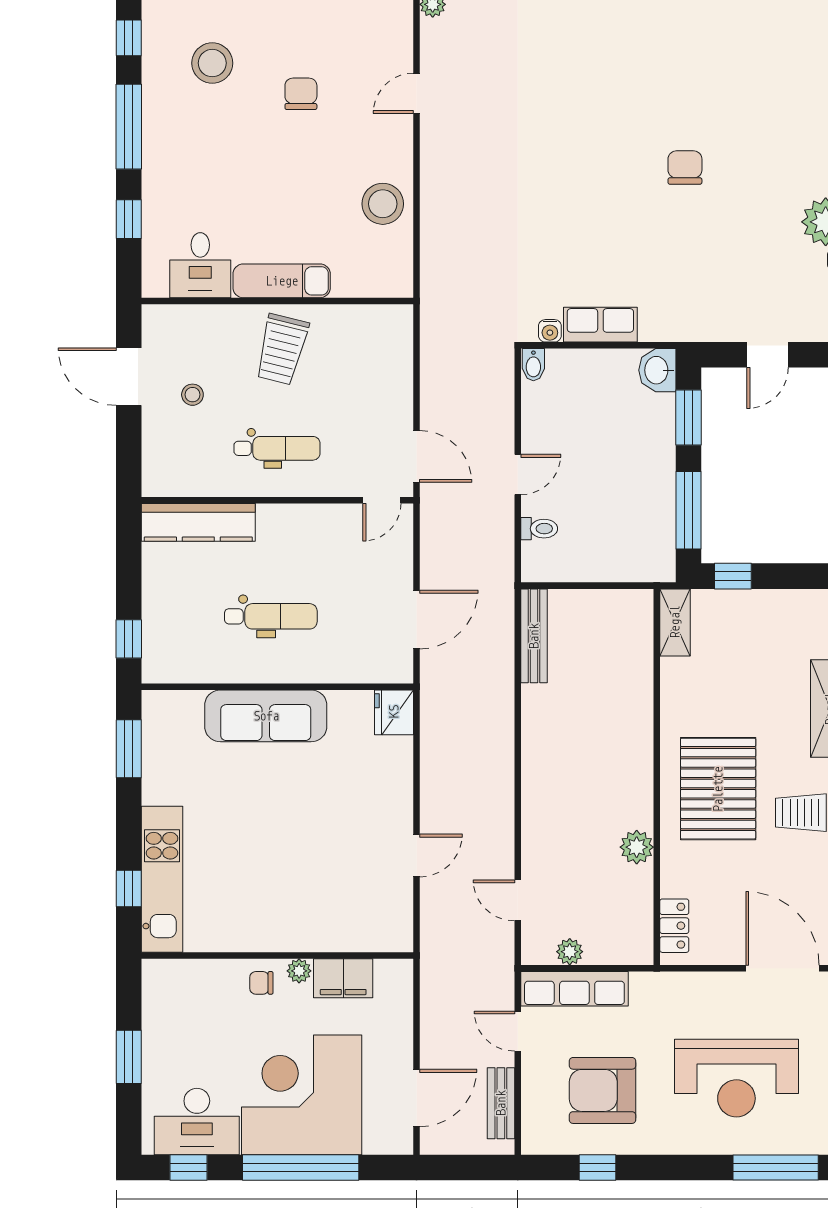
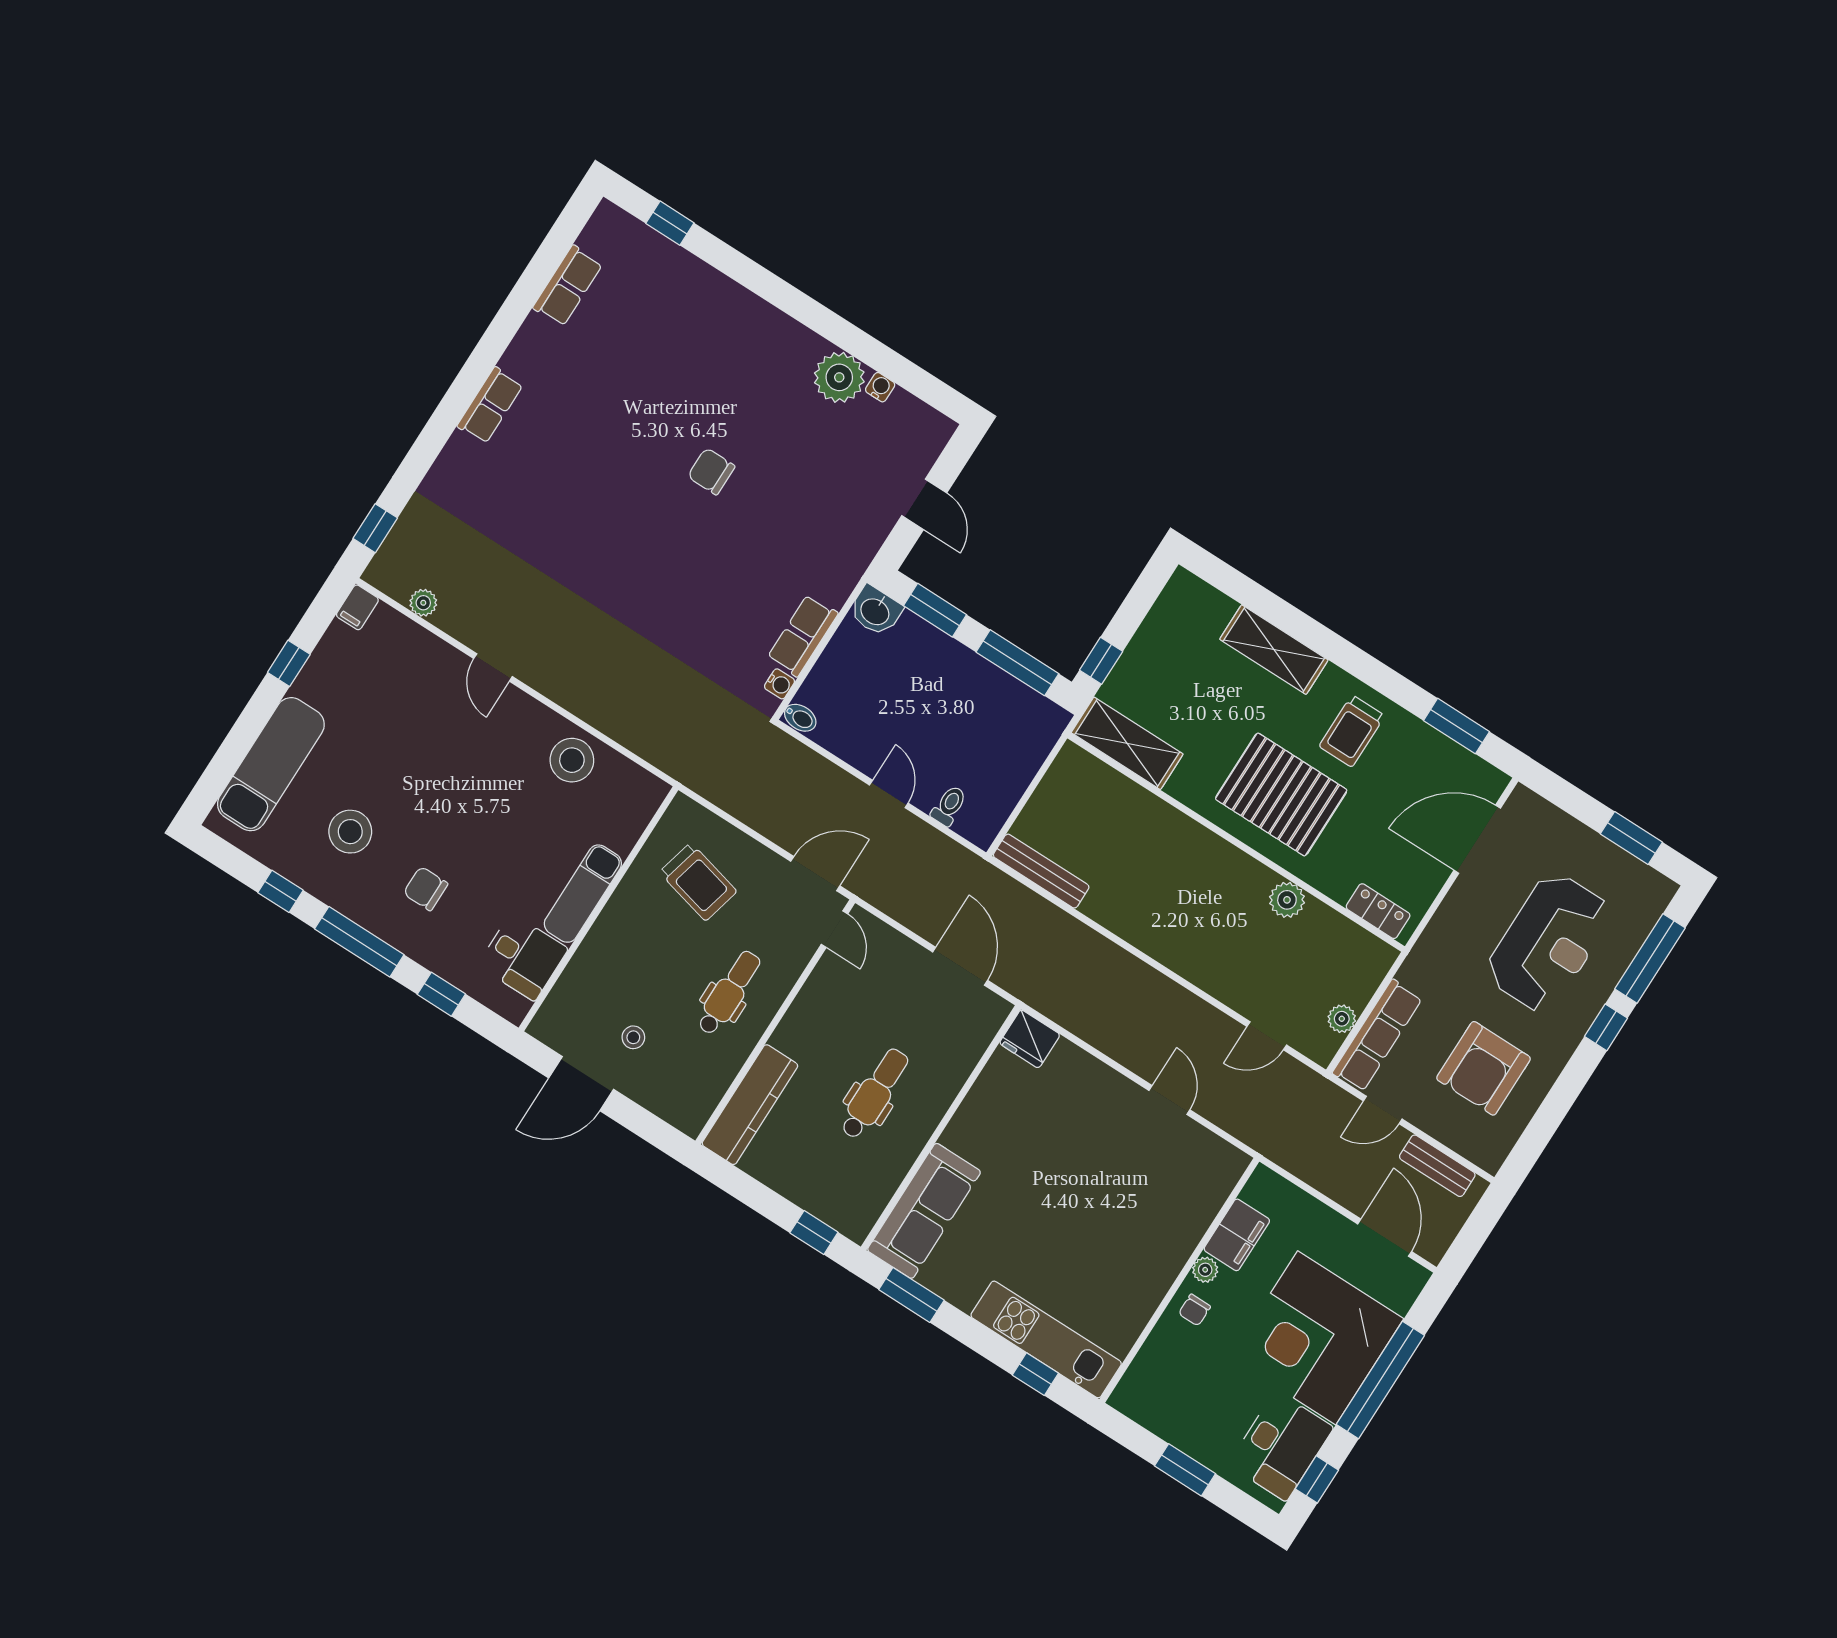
chair: (301, 94) -> (426, 889), moved
trolley: (282, 349) -> (698, 882), moved
shelving: (675, 622) -> (1127, 743), width x1.50, depth x1.33
sofa: (266, 716) -> (924, 1211), moved
window: (597, 1167) -> (1606, 1027), moved

